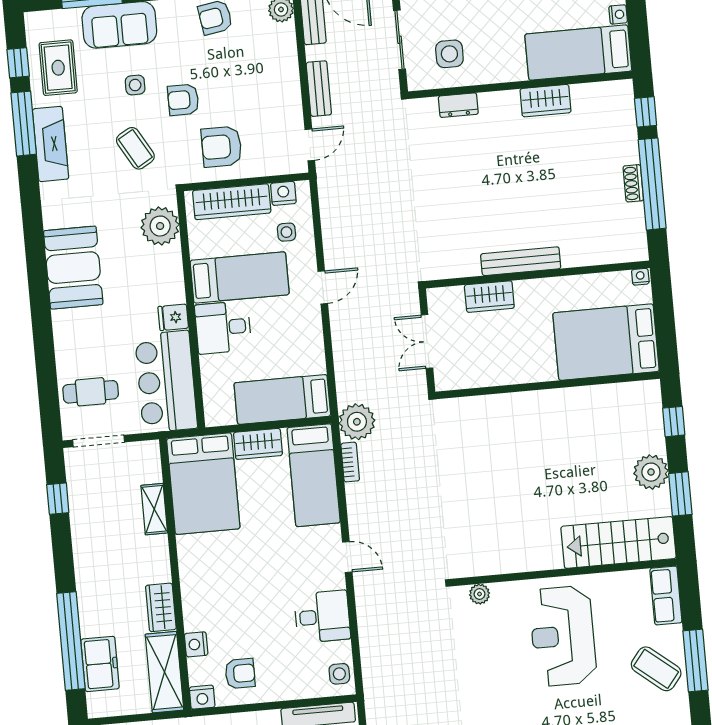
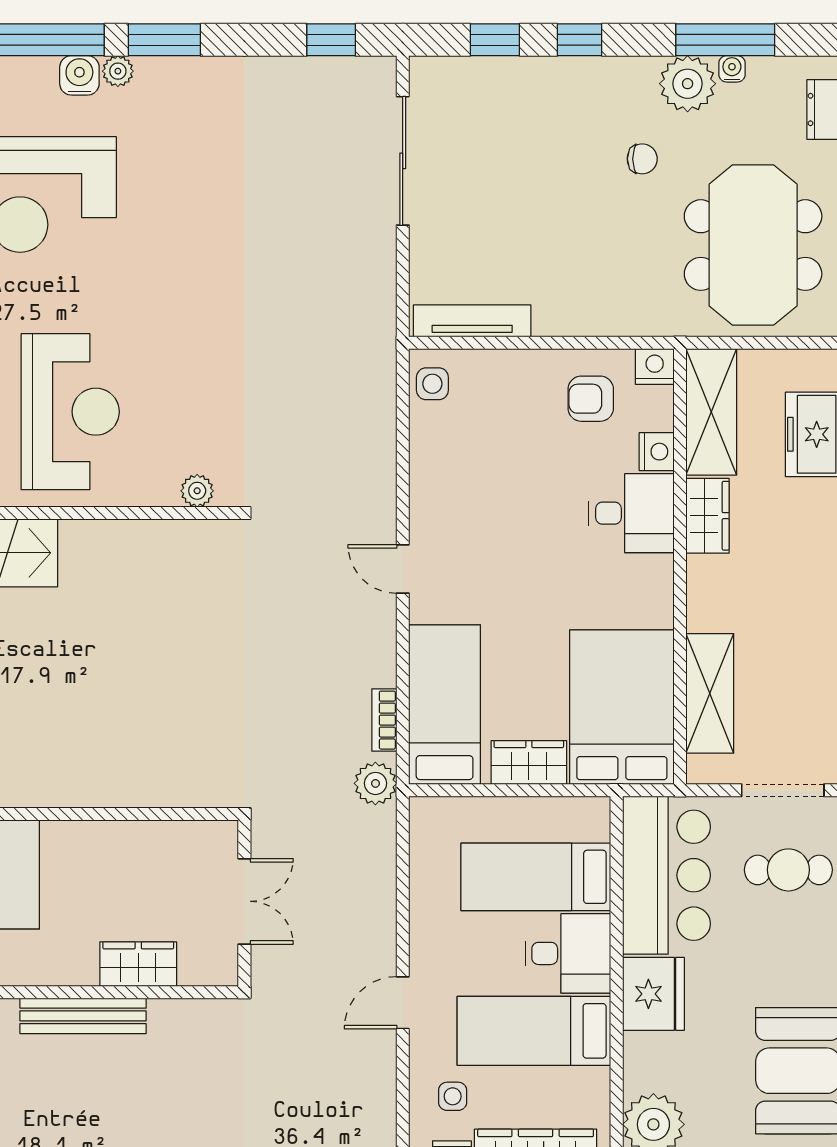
fridge: (173, 317) -> (653, 994), width x1.88, depth x1.34
bed: (282, 399) -> (536, 877), moved, turned 180
plant: (357, 422) -> (375, 783), width x0.73, depth x0.73
shelving: (154, 509) -> (710, 693), width x1.50, depth x1.33
desk: (322, 617) -> (631, 513), moved, turned 180

